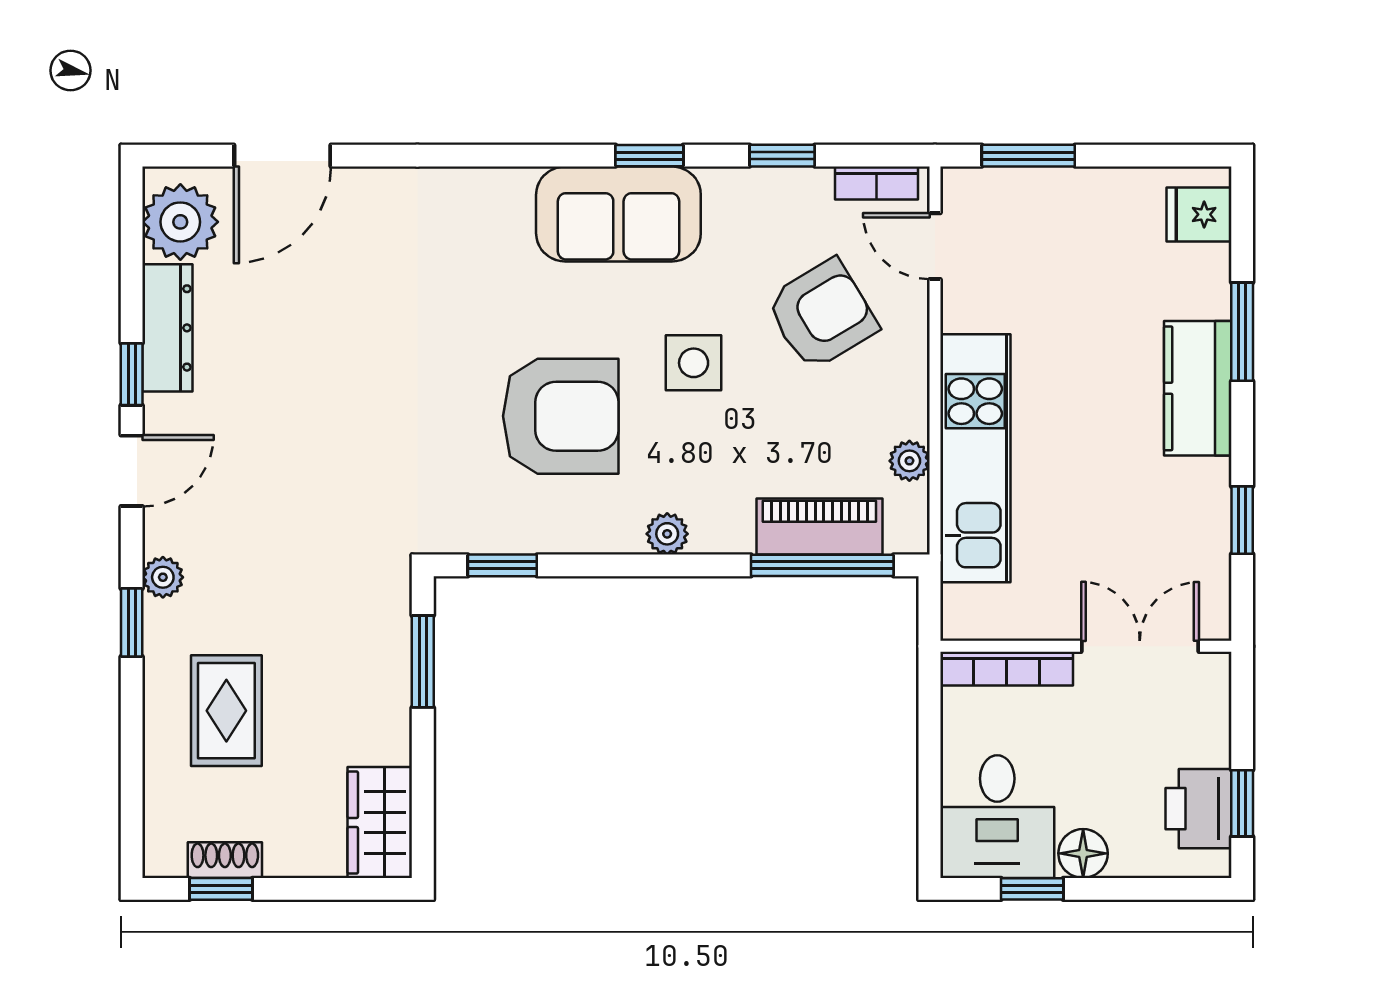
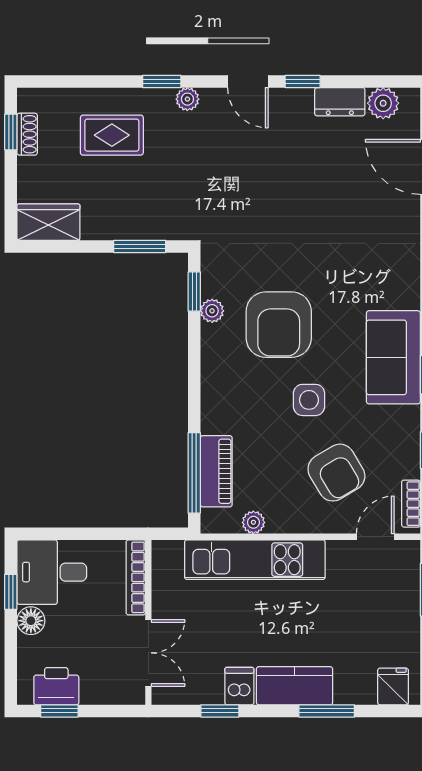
plant: (180, 222) -> (383, 103), width x0.73, depth x0.73
dresser: (167, 328) -> (340, 102), width x0.70
dishwasher: (1198, 486) -> (239, 686), added
plant: (667, 534) -> (212, 311), moved

